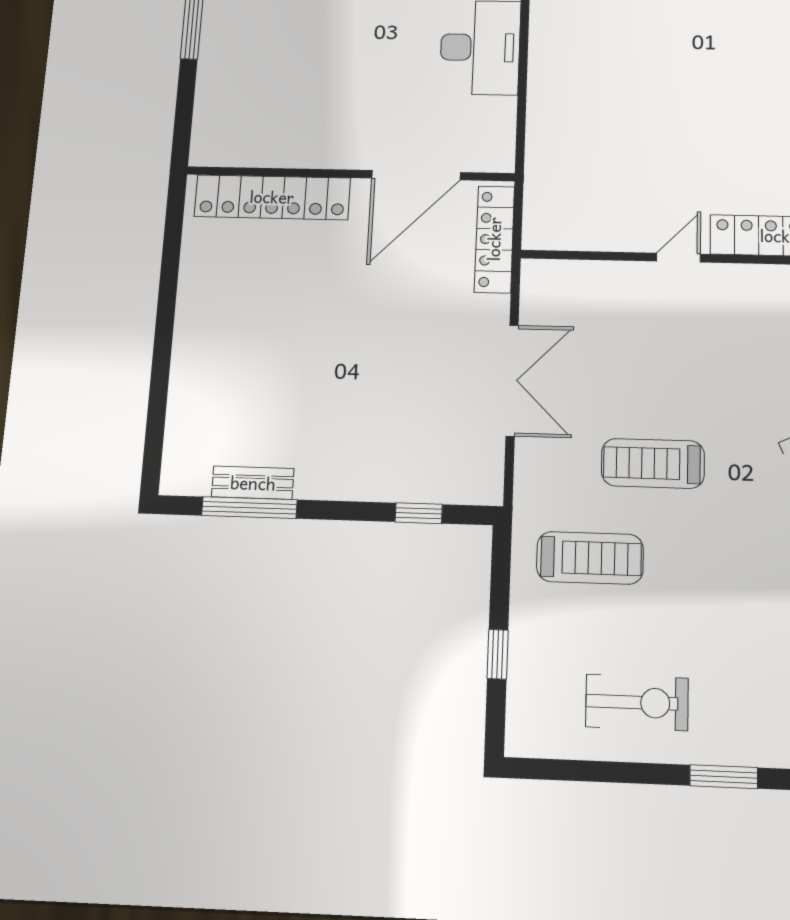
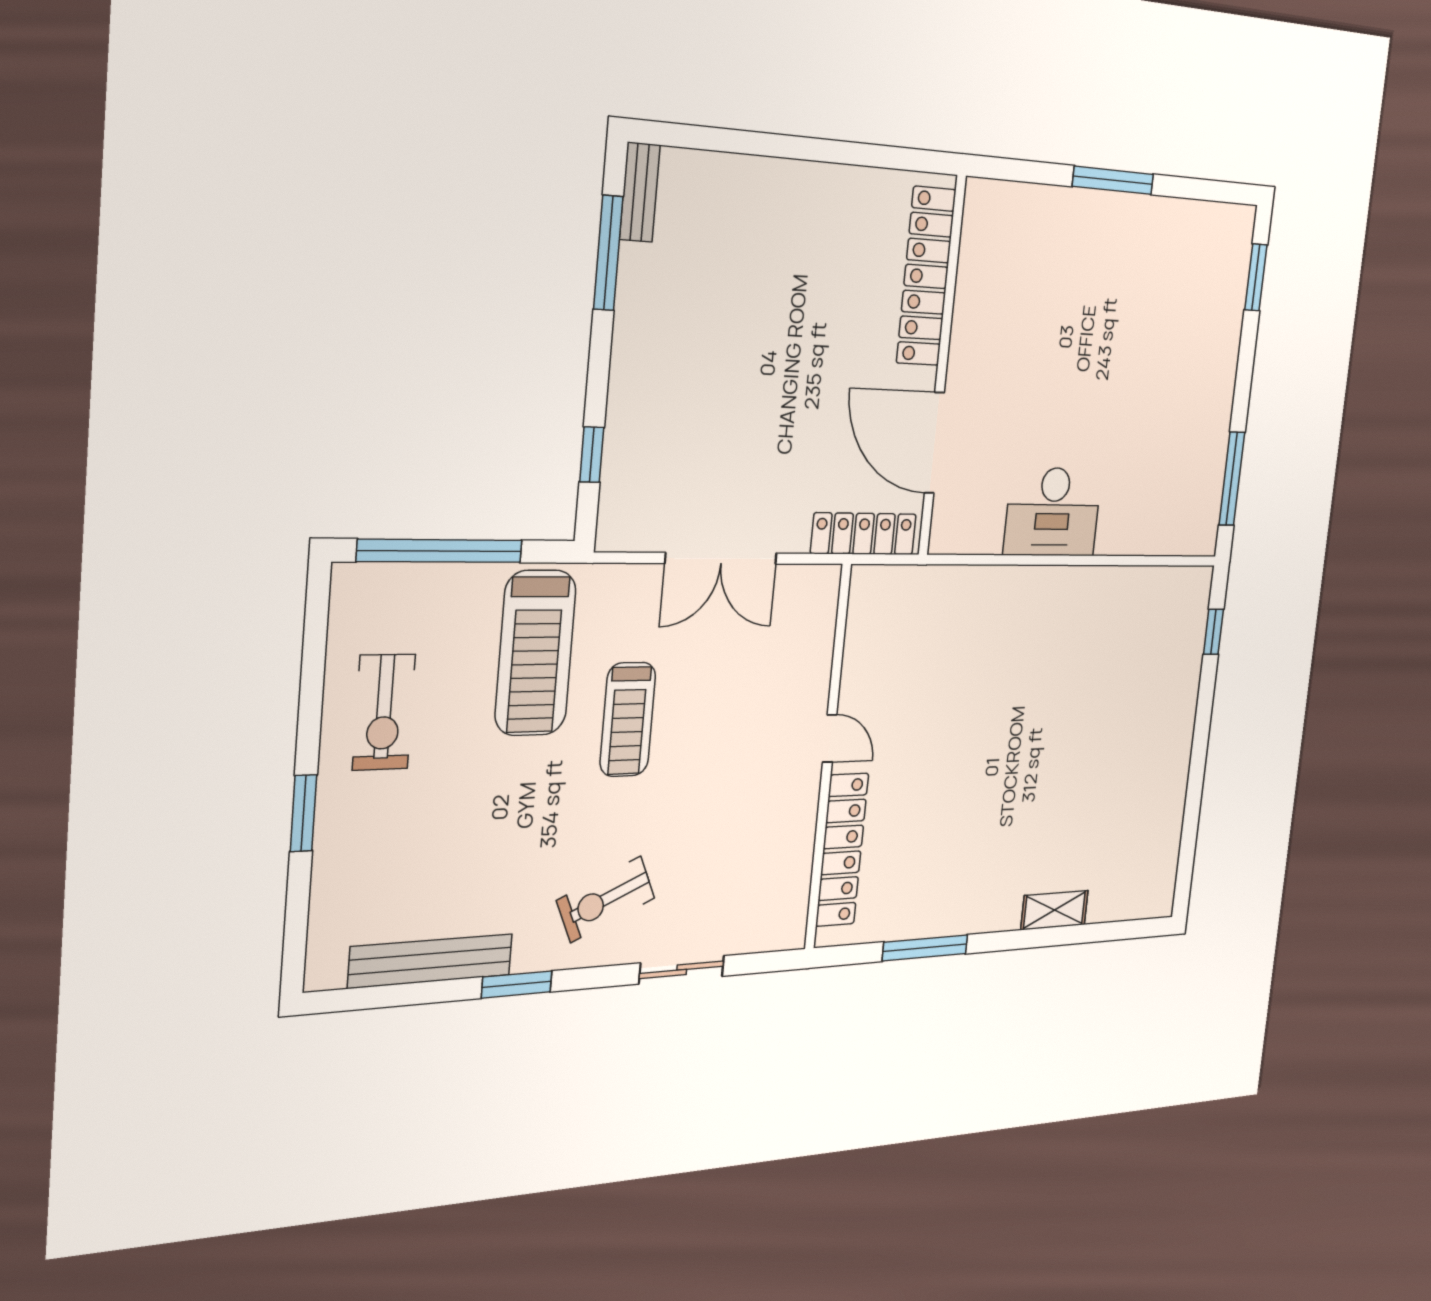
treadmill: (653, 463) -> (628, 719), turned 180
bench: (253, 483) -> (640, 192), moved
treadmill: (590, 558) -> (536, 653), width x1.37, depth x1.38
window: (498, 654) -> (440, 551), width x3.17

